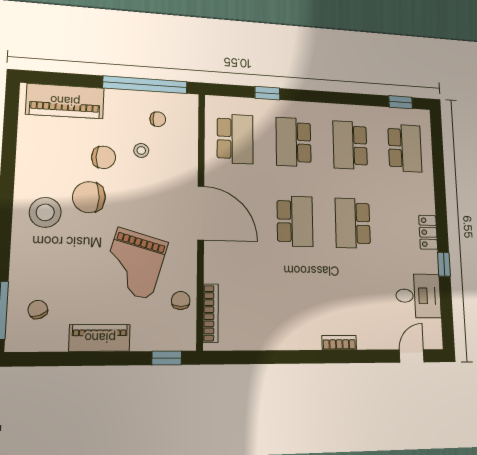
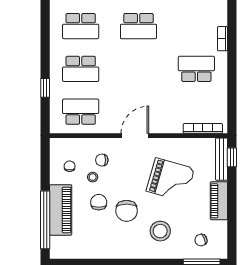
window: (145, 85) -> (45, 220), moved
piano: (65, 101) -> (61, 210), moved
stool: (45, 212) -> (160, 231), moved
door: (201, 213) -> (135, 136), width x0.73
school desk: (295, 221) -> (196, 69), moved
chair: (181, 300) -> (102, 160), moved
bench: (164, 342) -> (222, 159), added

